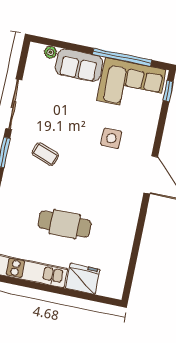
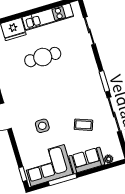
window: (122, 57) -> (63, 180), width x0.68
coffee table: (45, 154) -> (83, 125), moved

